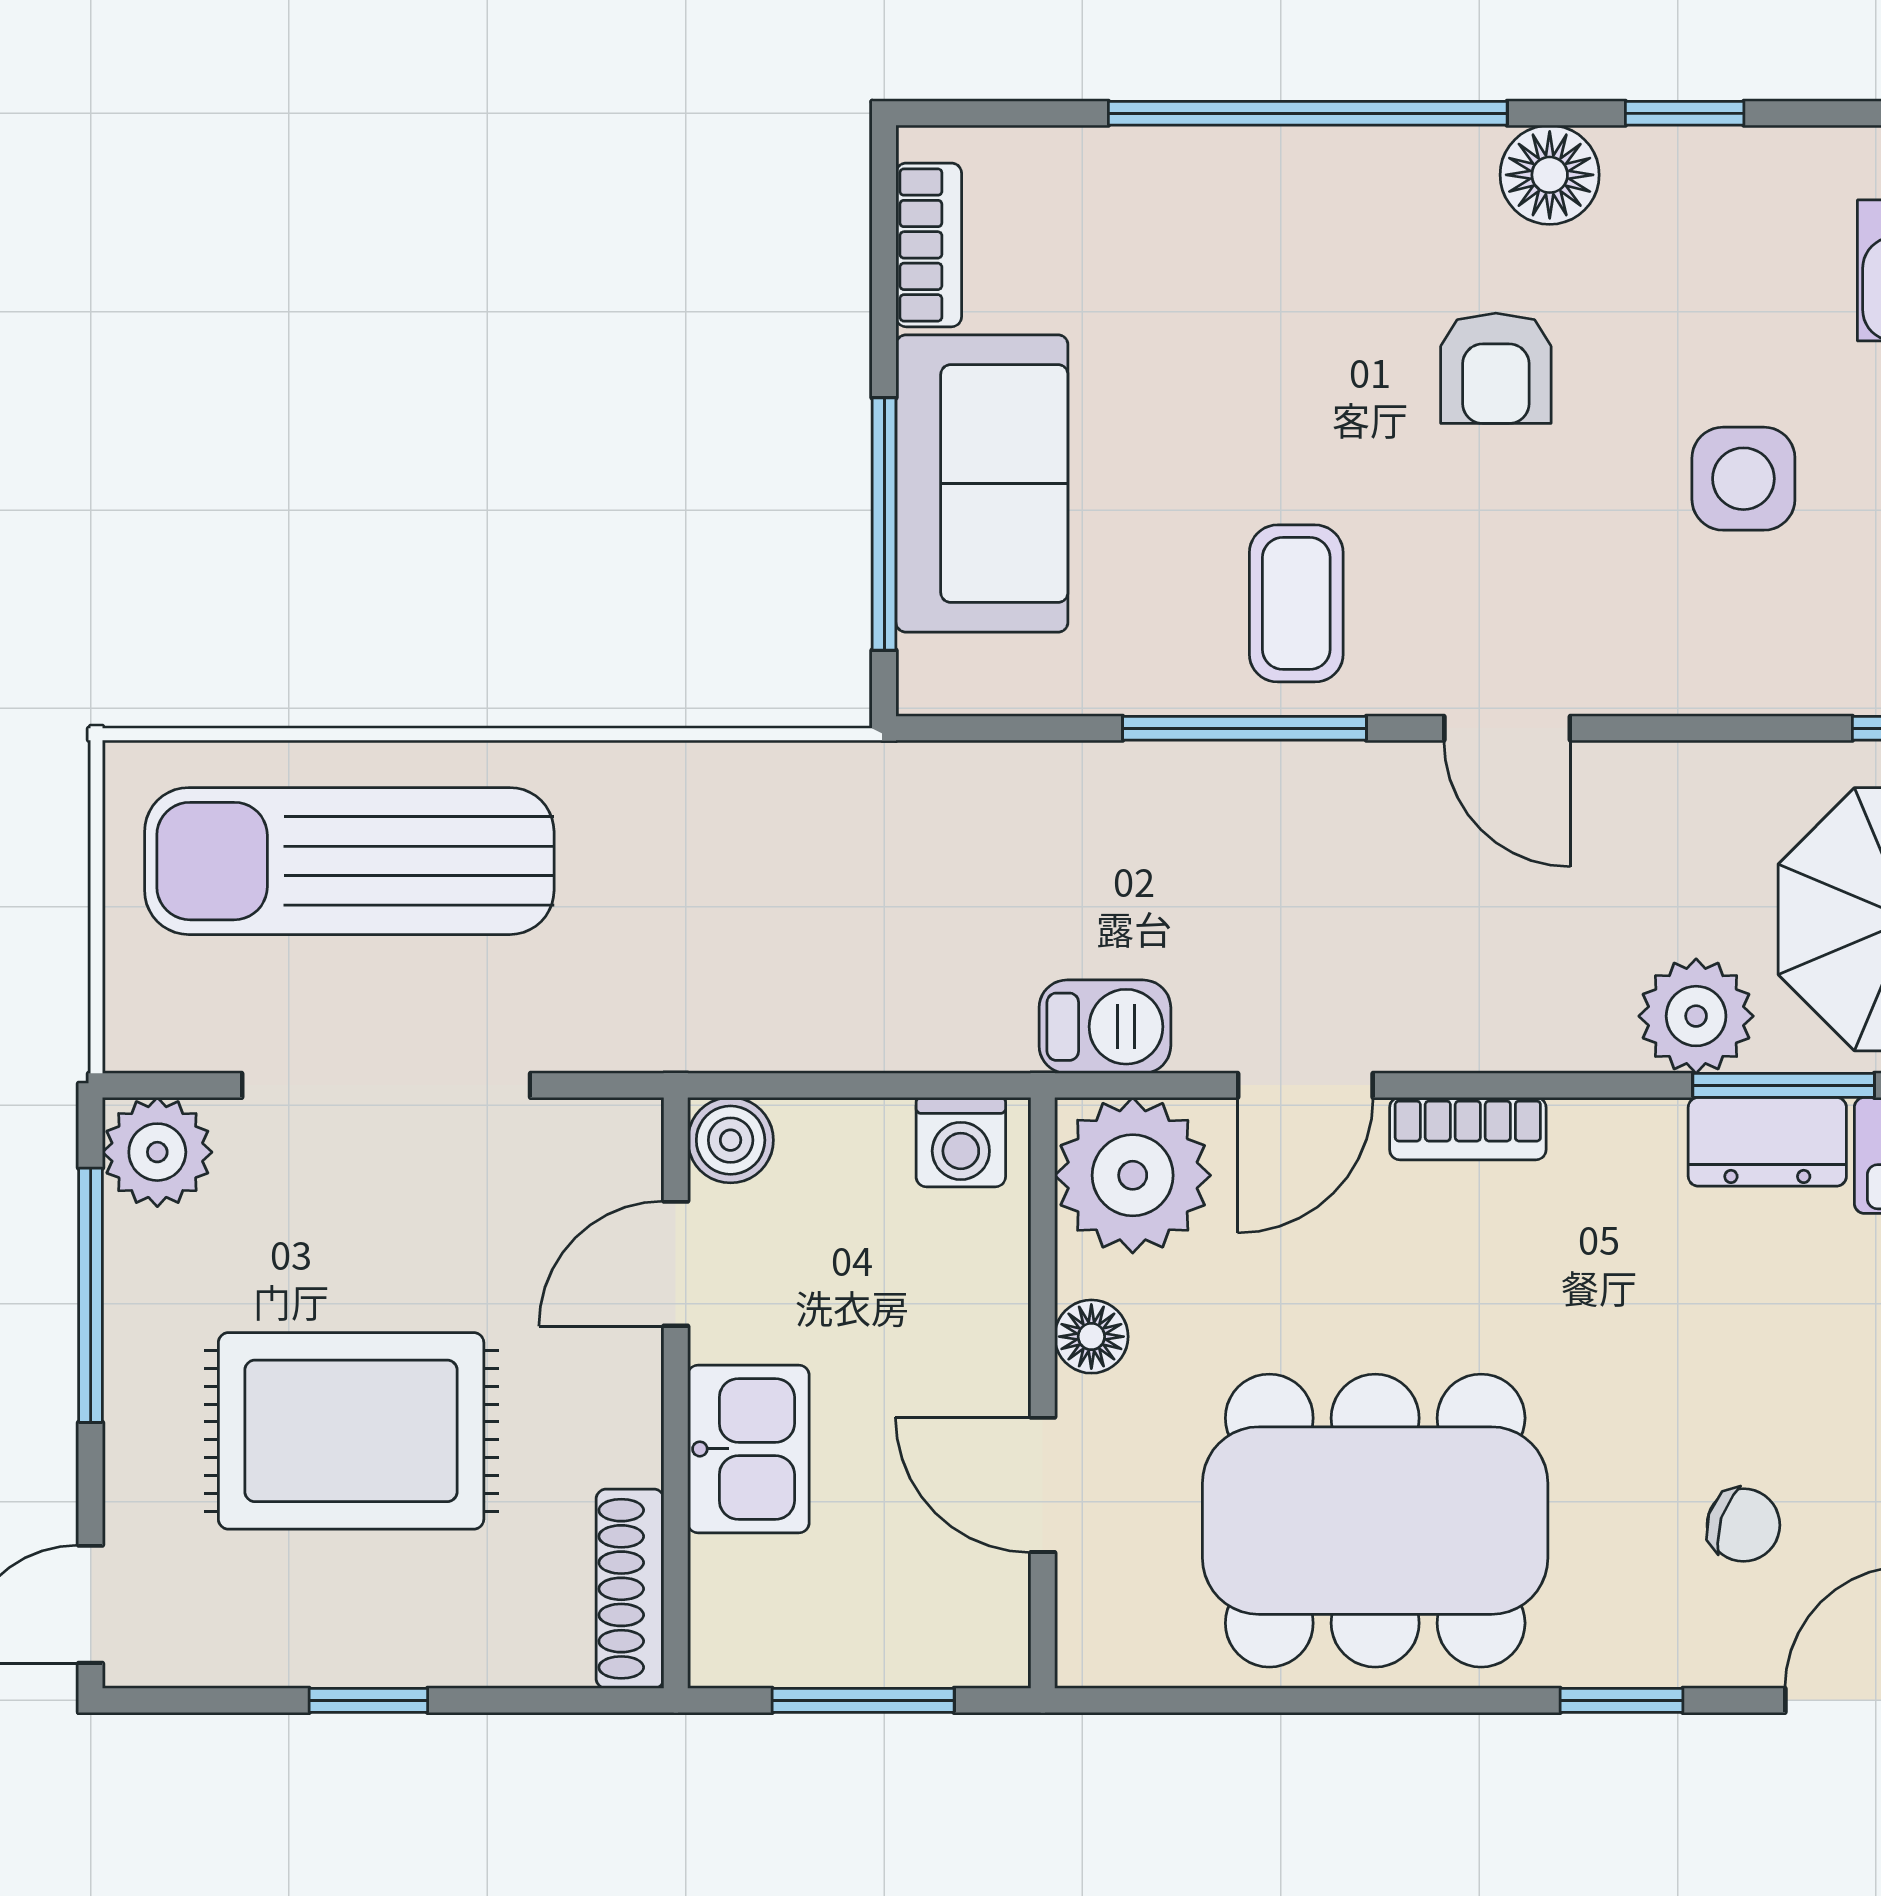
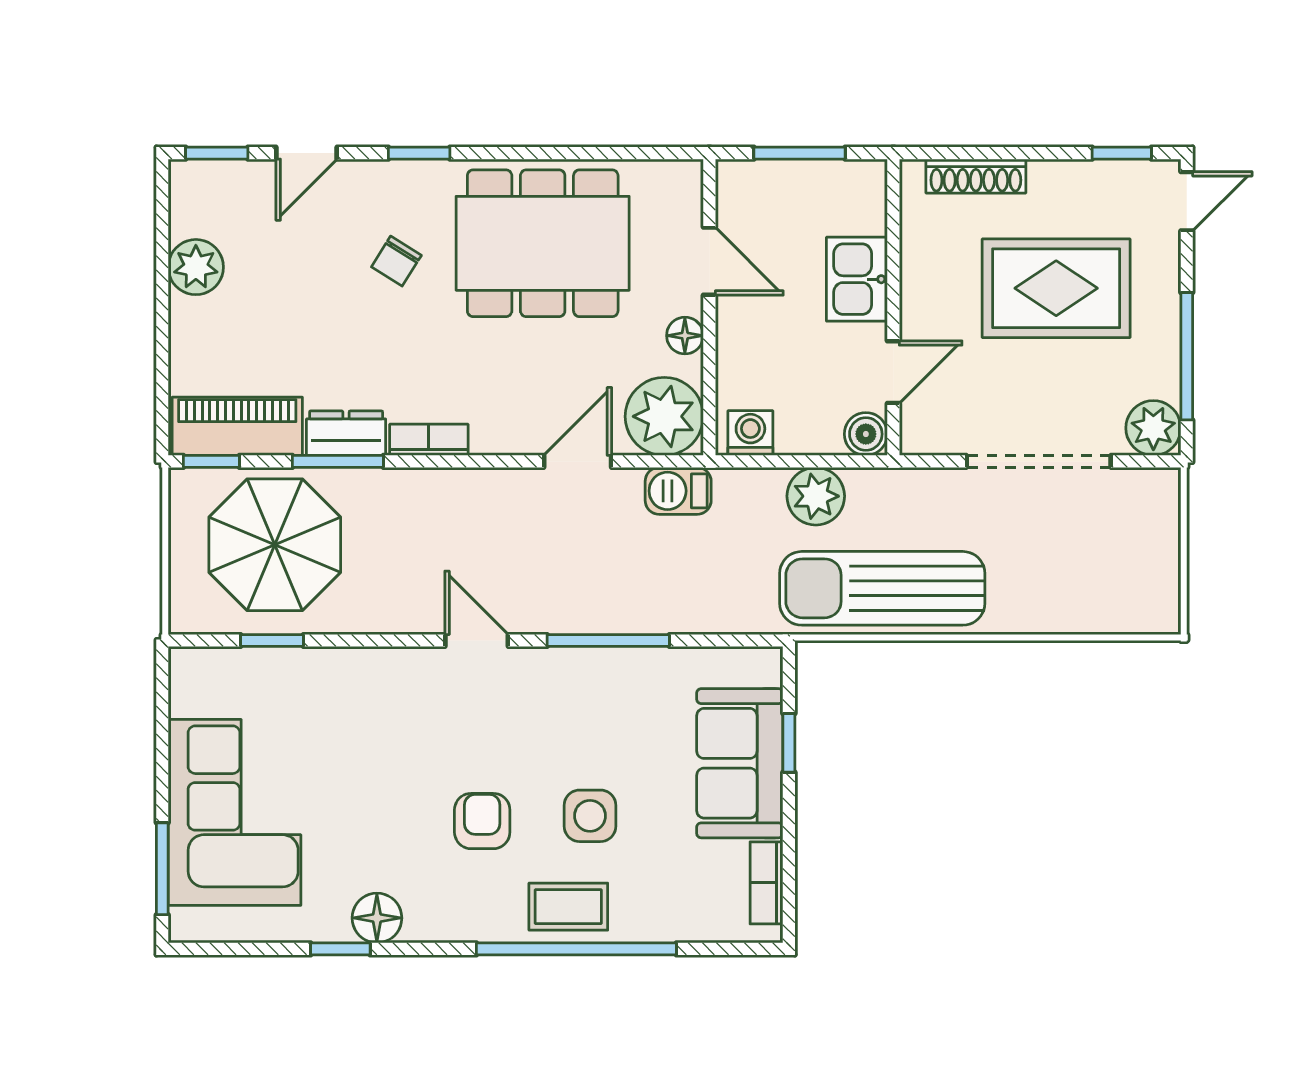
window: (1685, 113) -> (340, 949), moved
floor lamp: (1550, 175) -> (377, 918), moved
side table: (1743, 479) -> (590, 816), moved
window: (884, 524) -> (789, 743), width x0.46
coffee table: (1296, 603) -> (568, 907), moved, turned 90
sun lounger: (349, 861) -> (882, 588), moved, turned 180
plant: (1696, 1016) -> (816, 496), moved
bookcase: (1468, 1129) -> (429, 440), moved
chair: (1743, 1525) -> (396, 261), moved, turned -76
shoe rack: (630, 1589) -> (976, 176), moved, turned 90
window: (368, 1700) -> (1122, 153), moved

